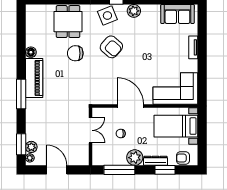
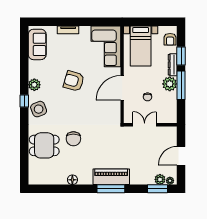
armchair: (111, 47) -> (74, 81), moved, turned -115
piano: (34, 78) -> (111, 177), moved
window: (119, 170) -> (181, 85), moved

